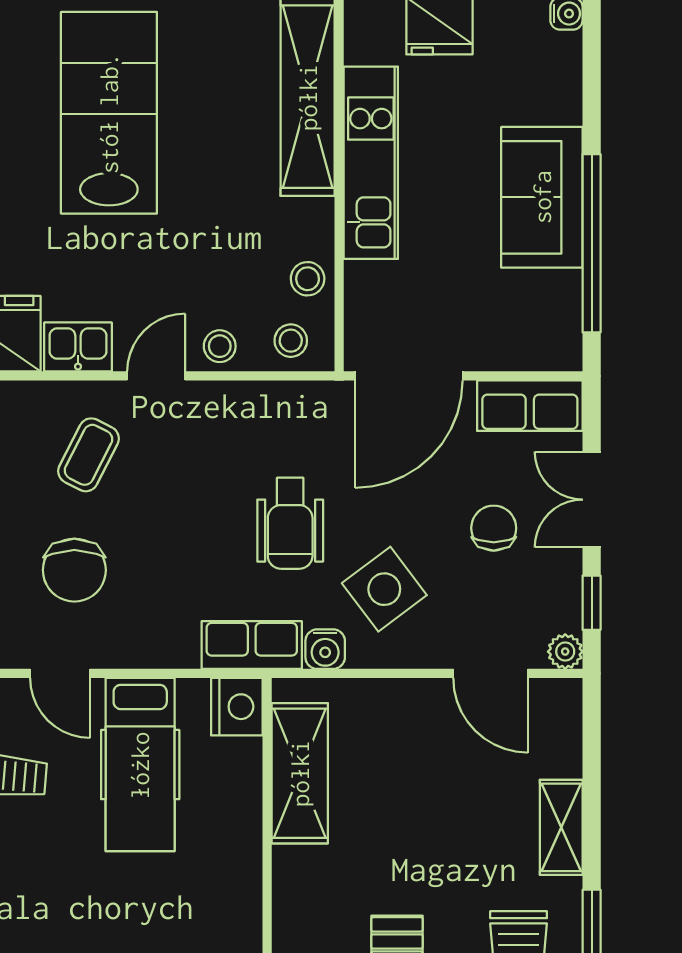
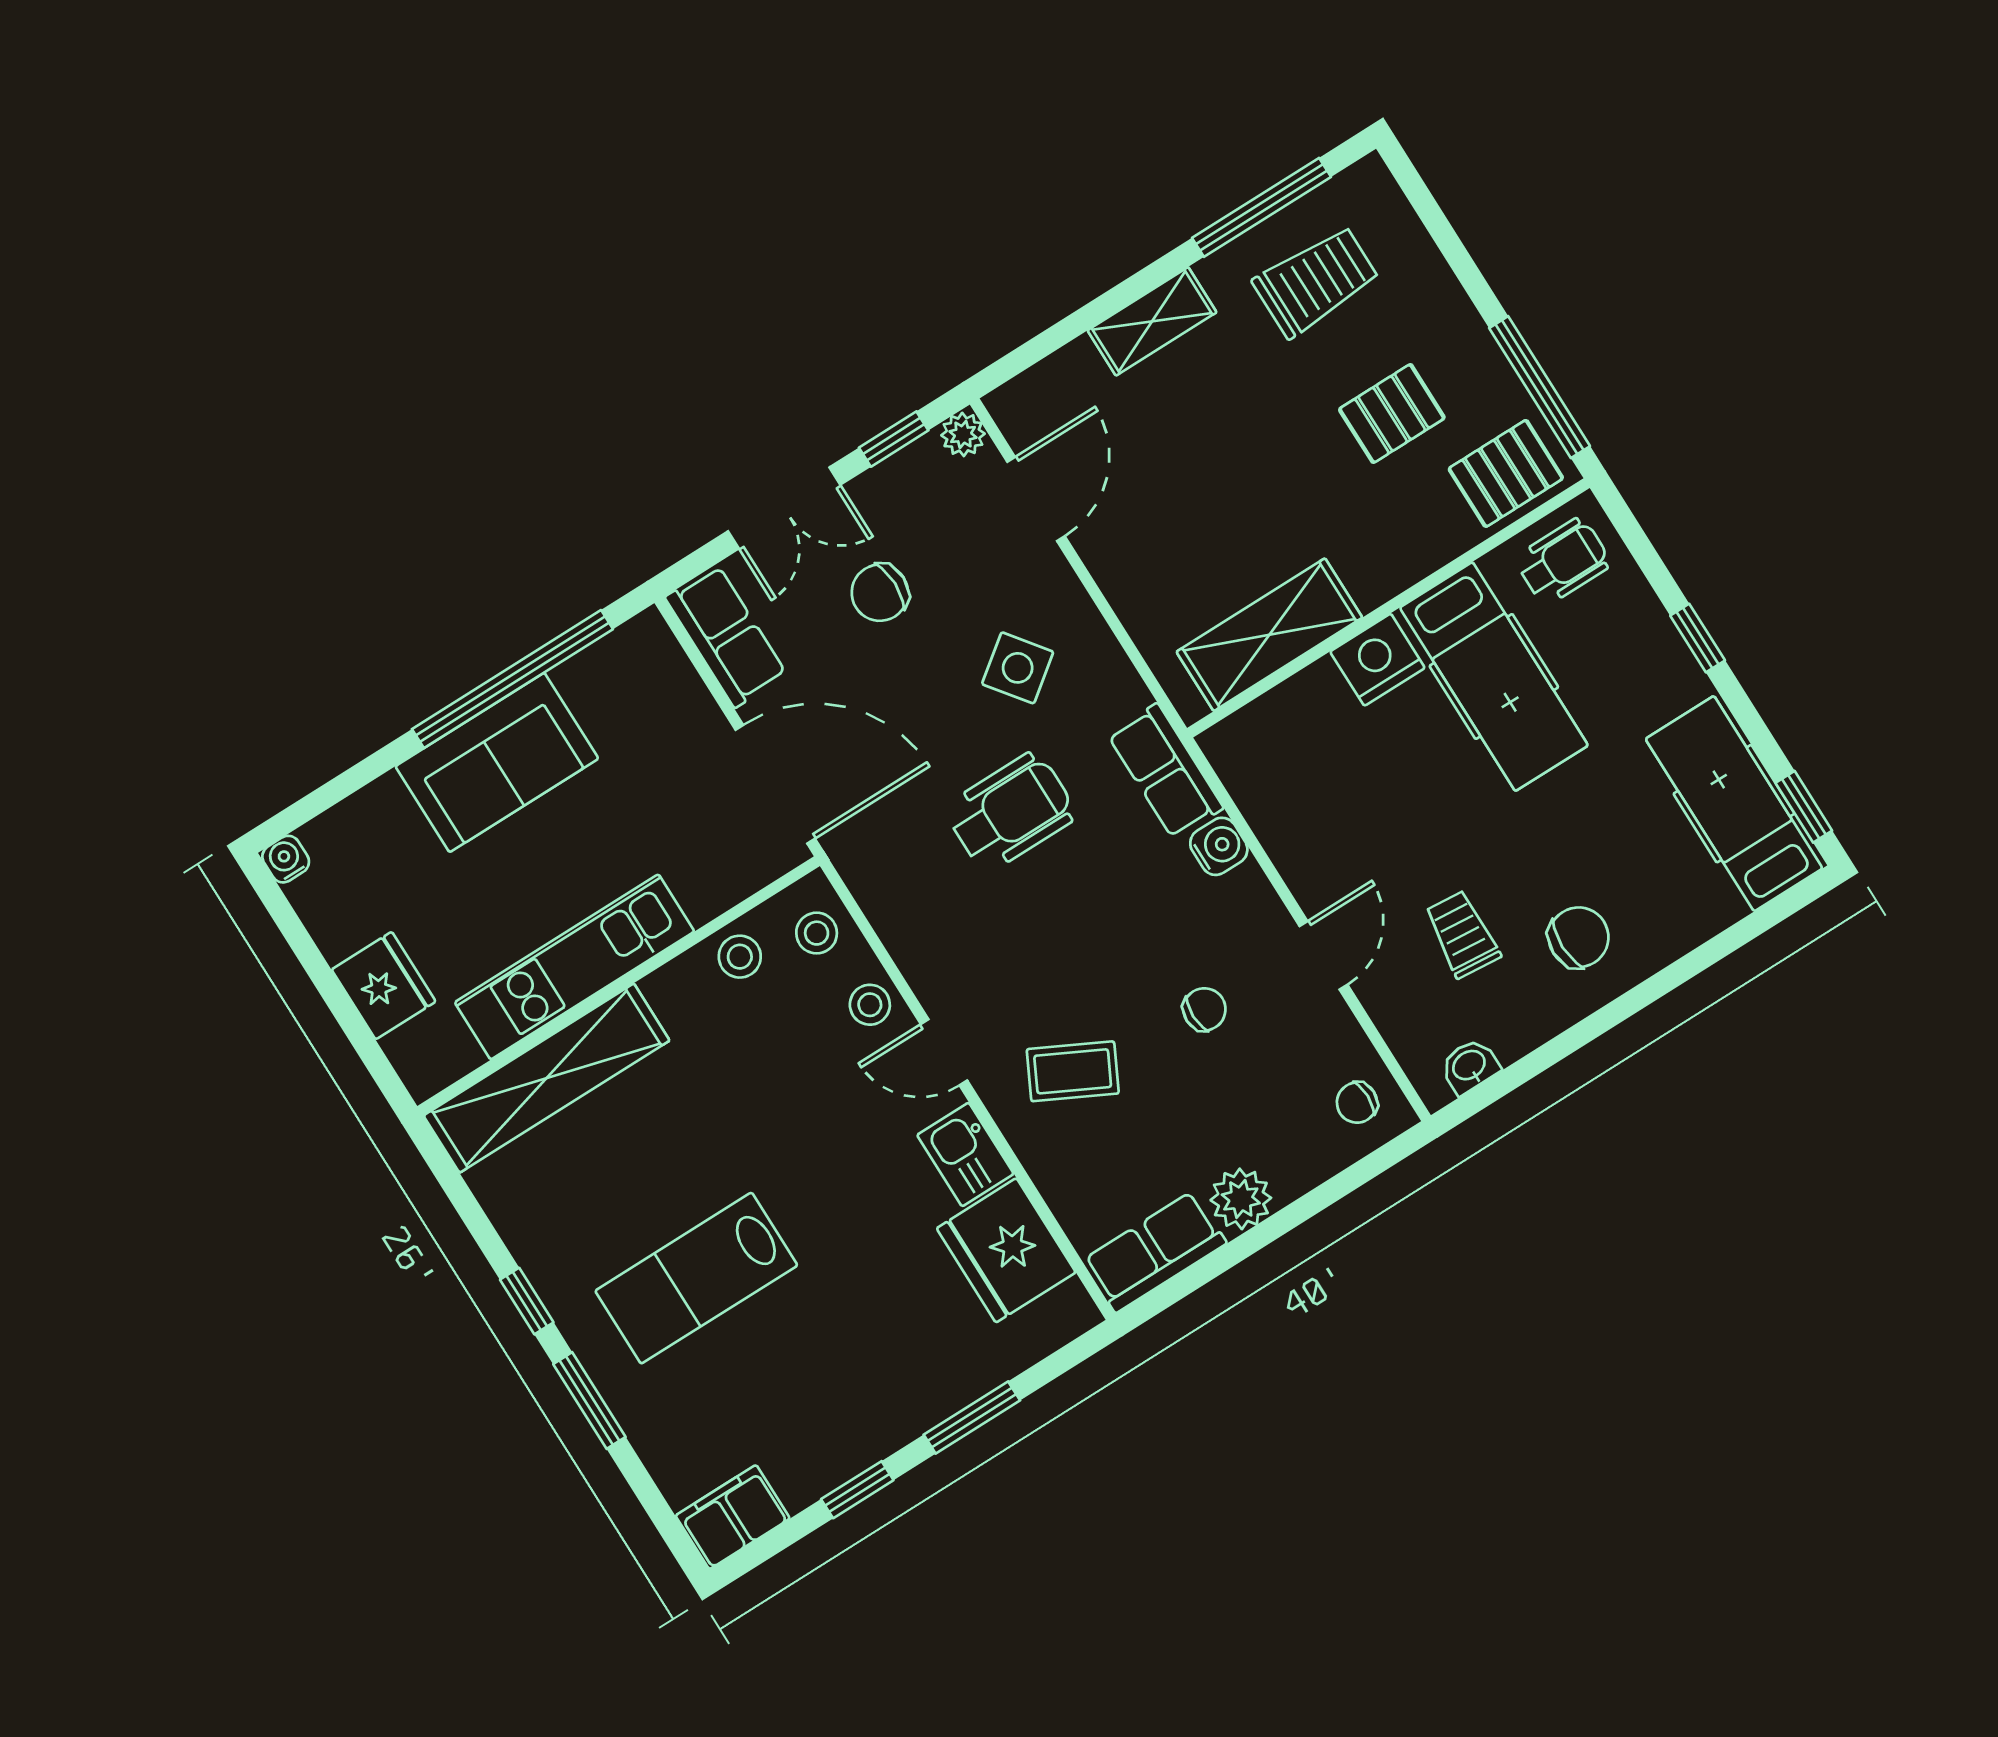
lab bench: (109, 113) -> (696, 1278), width x0.73, depth x0.72
chair: (74, 570) -> (1204, 1009), width x0.54, depth x0.54
side table: (384, 589) -> (1018, 668), width x0.73, depth x0.73
water cooler: (325, 649) -> (1219, 846), moved
nightstand: (237, 707) -> (1377, 660), moved
hospital bed: (140, 765) -> (1494, 677), moved, turned 90

